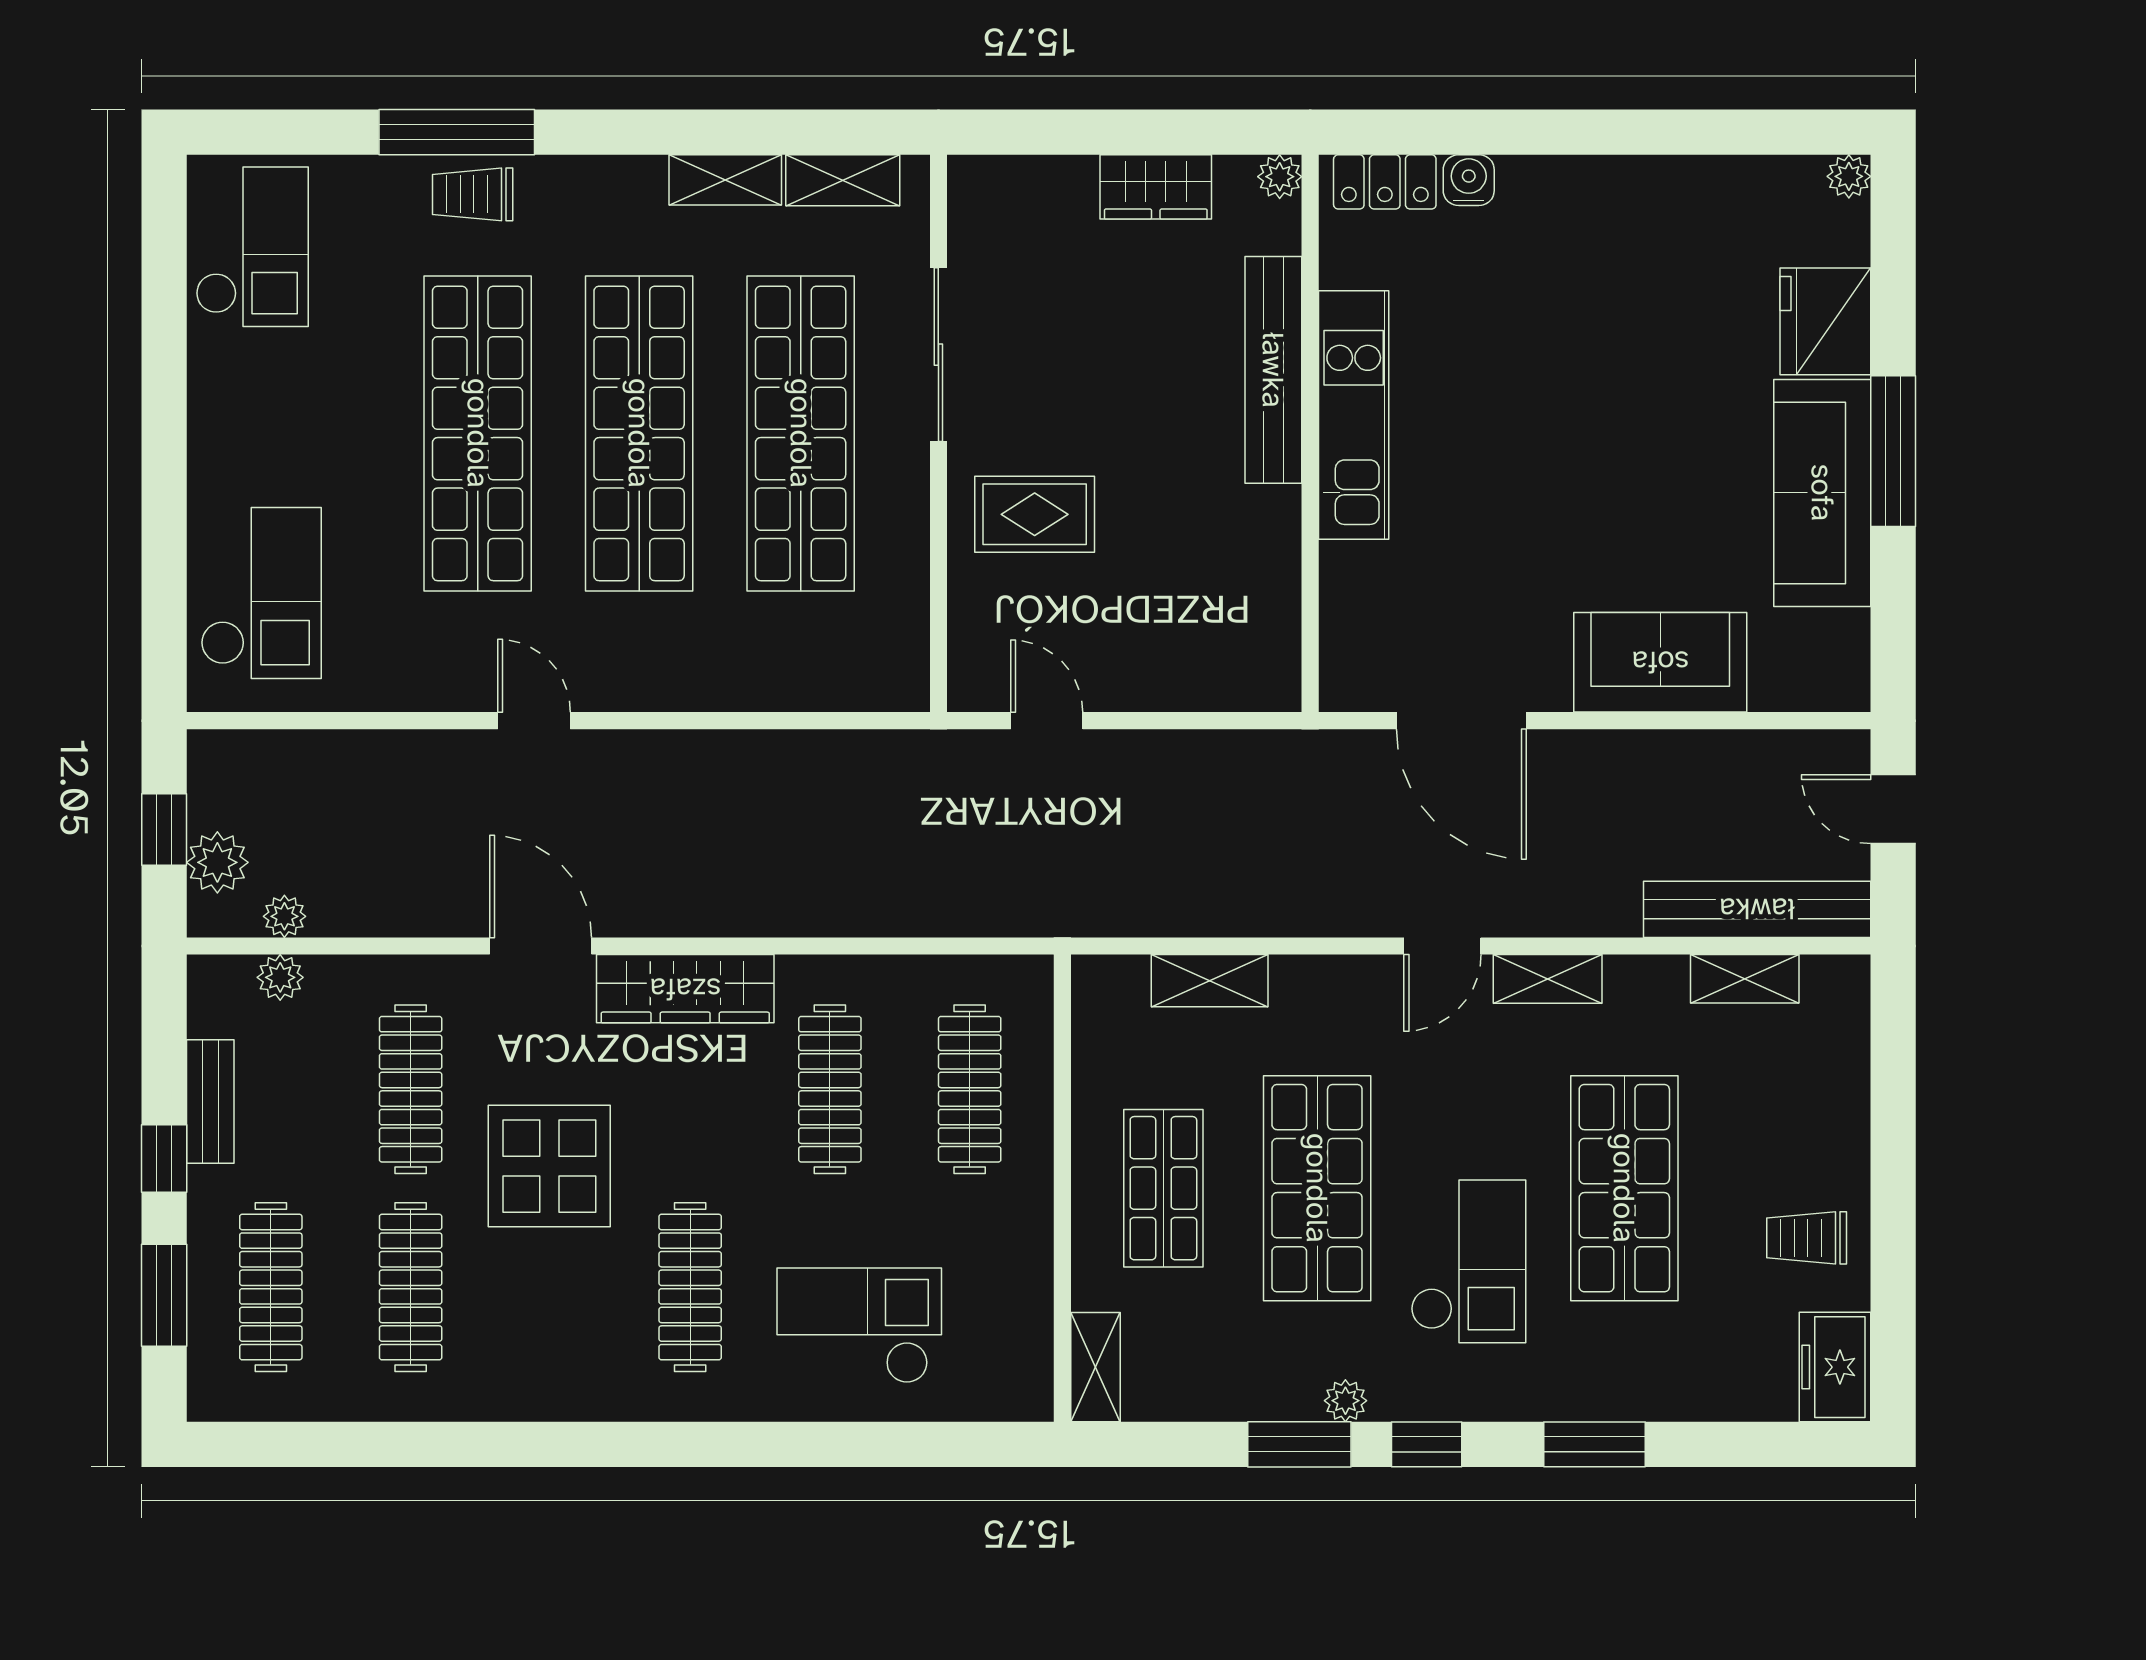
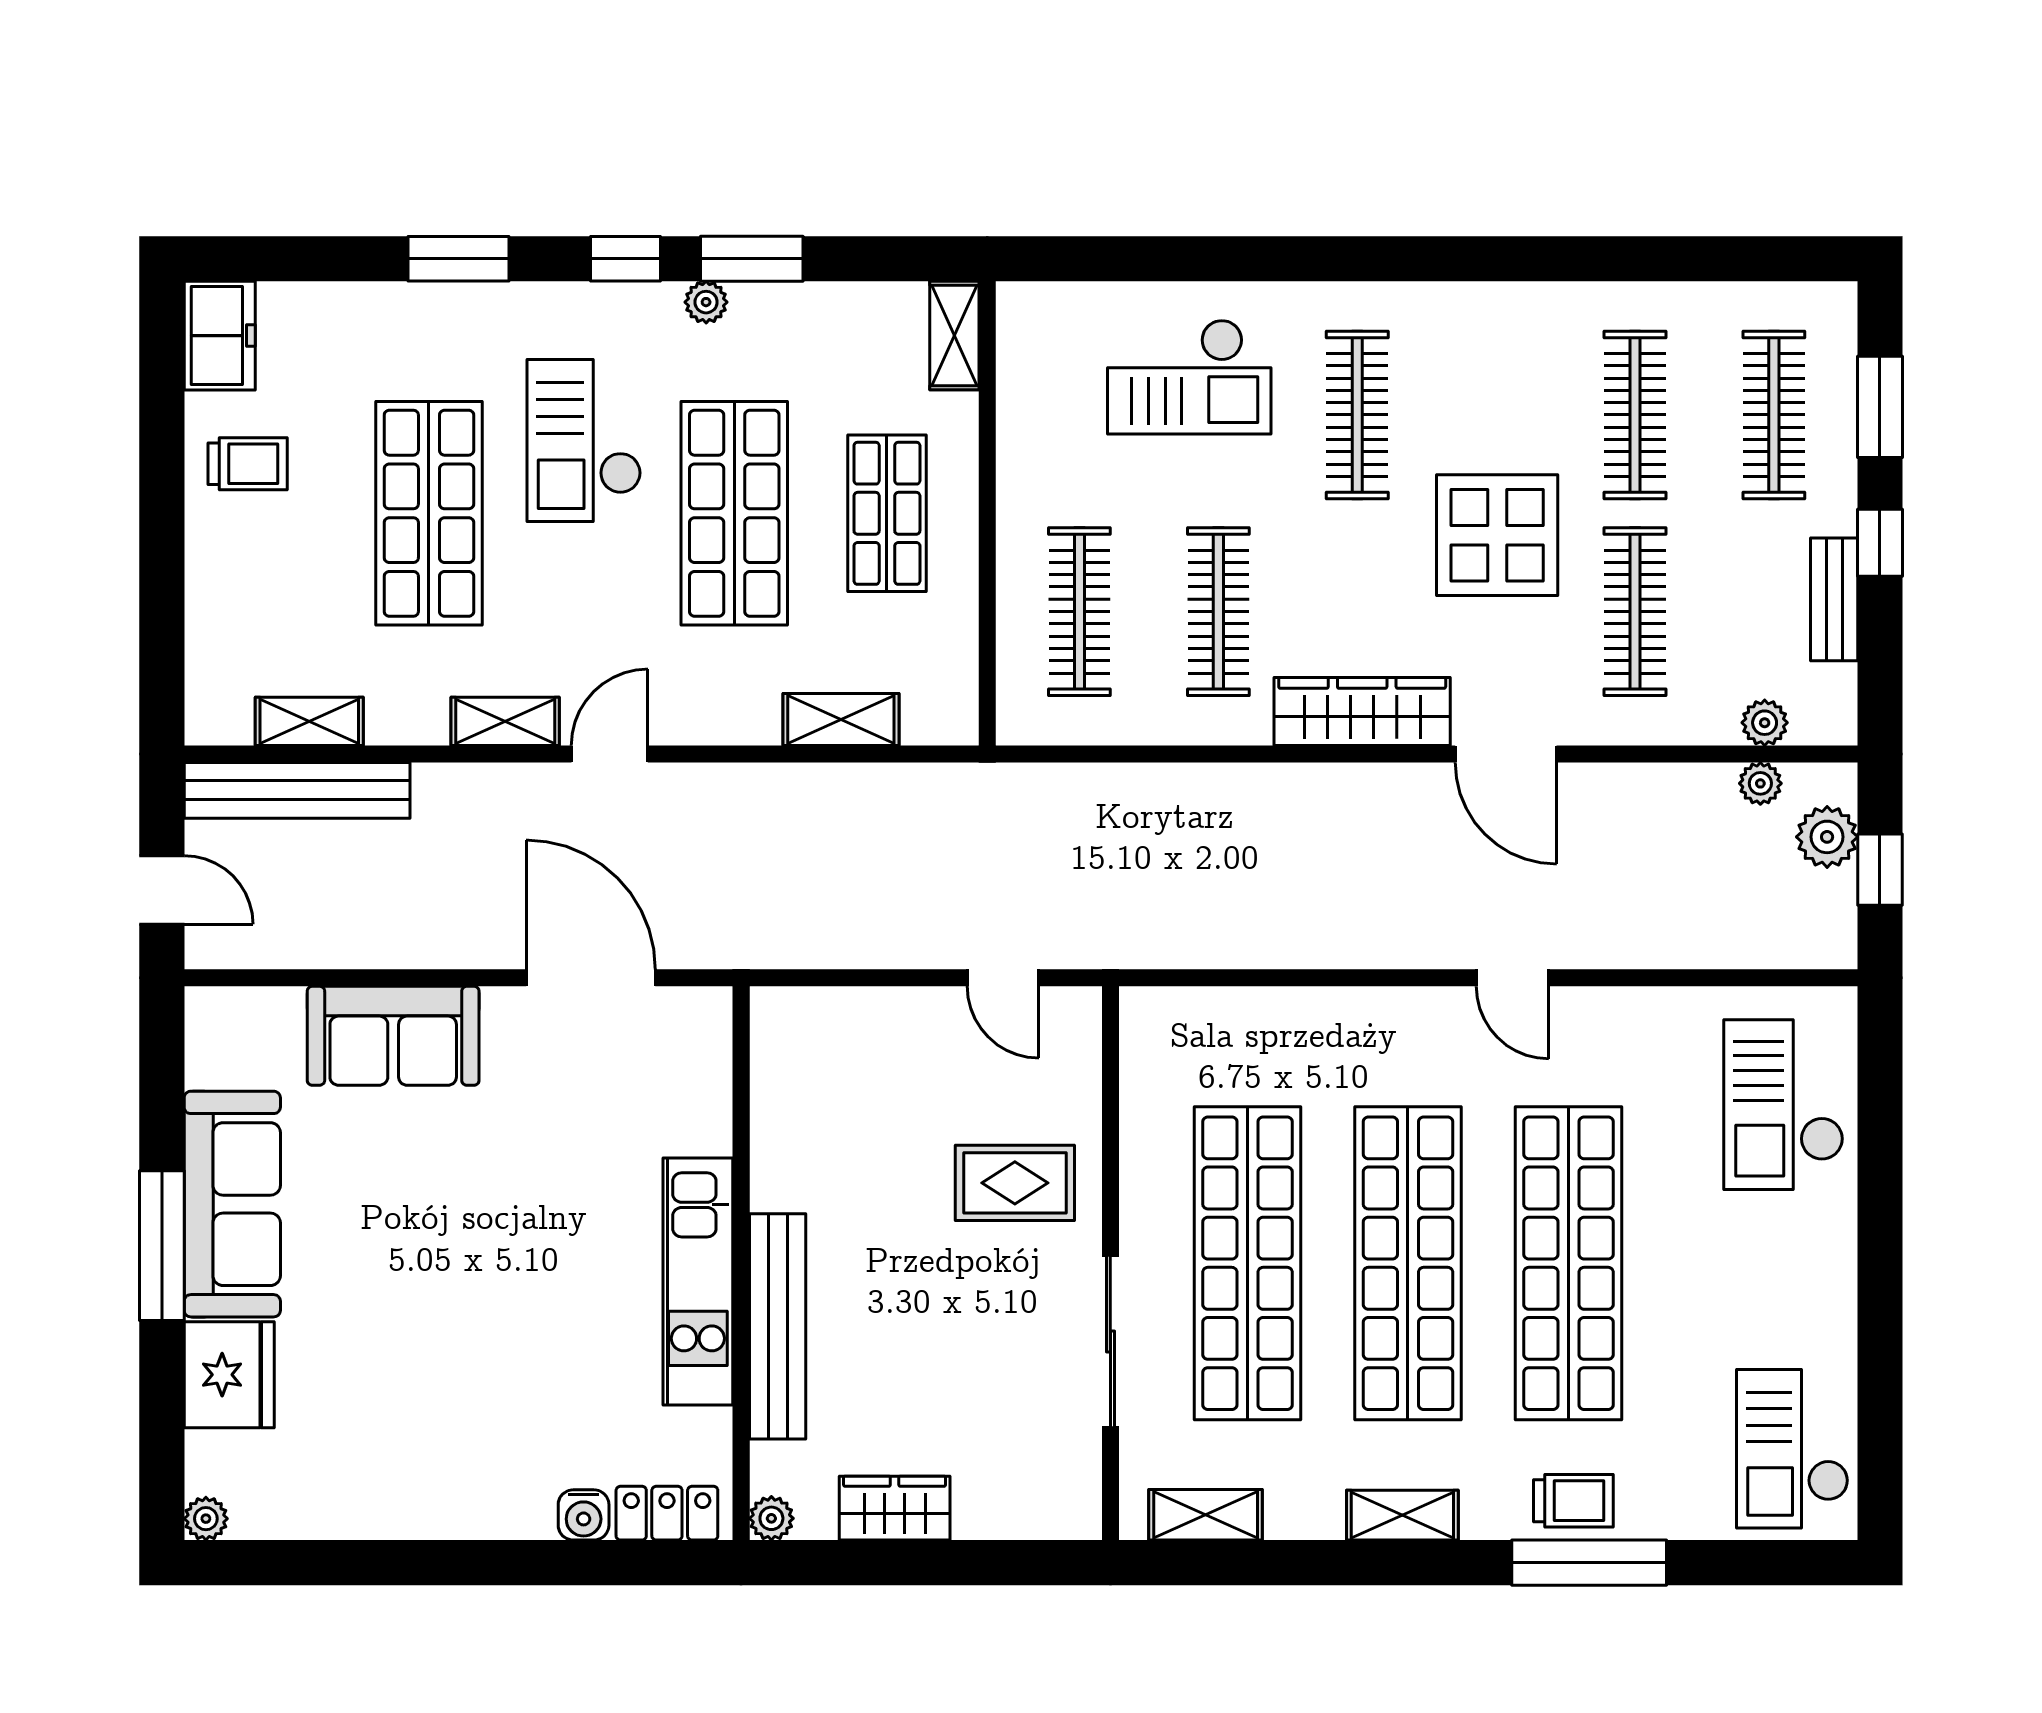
shelving: (725, 180) -> (1402, 1515), moved

